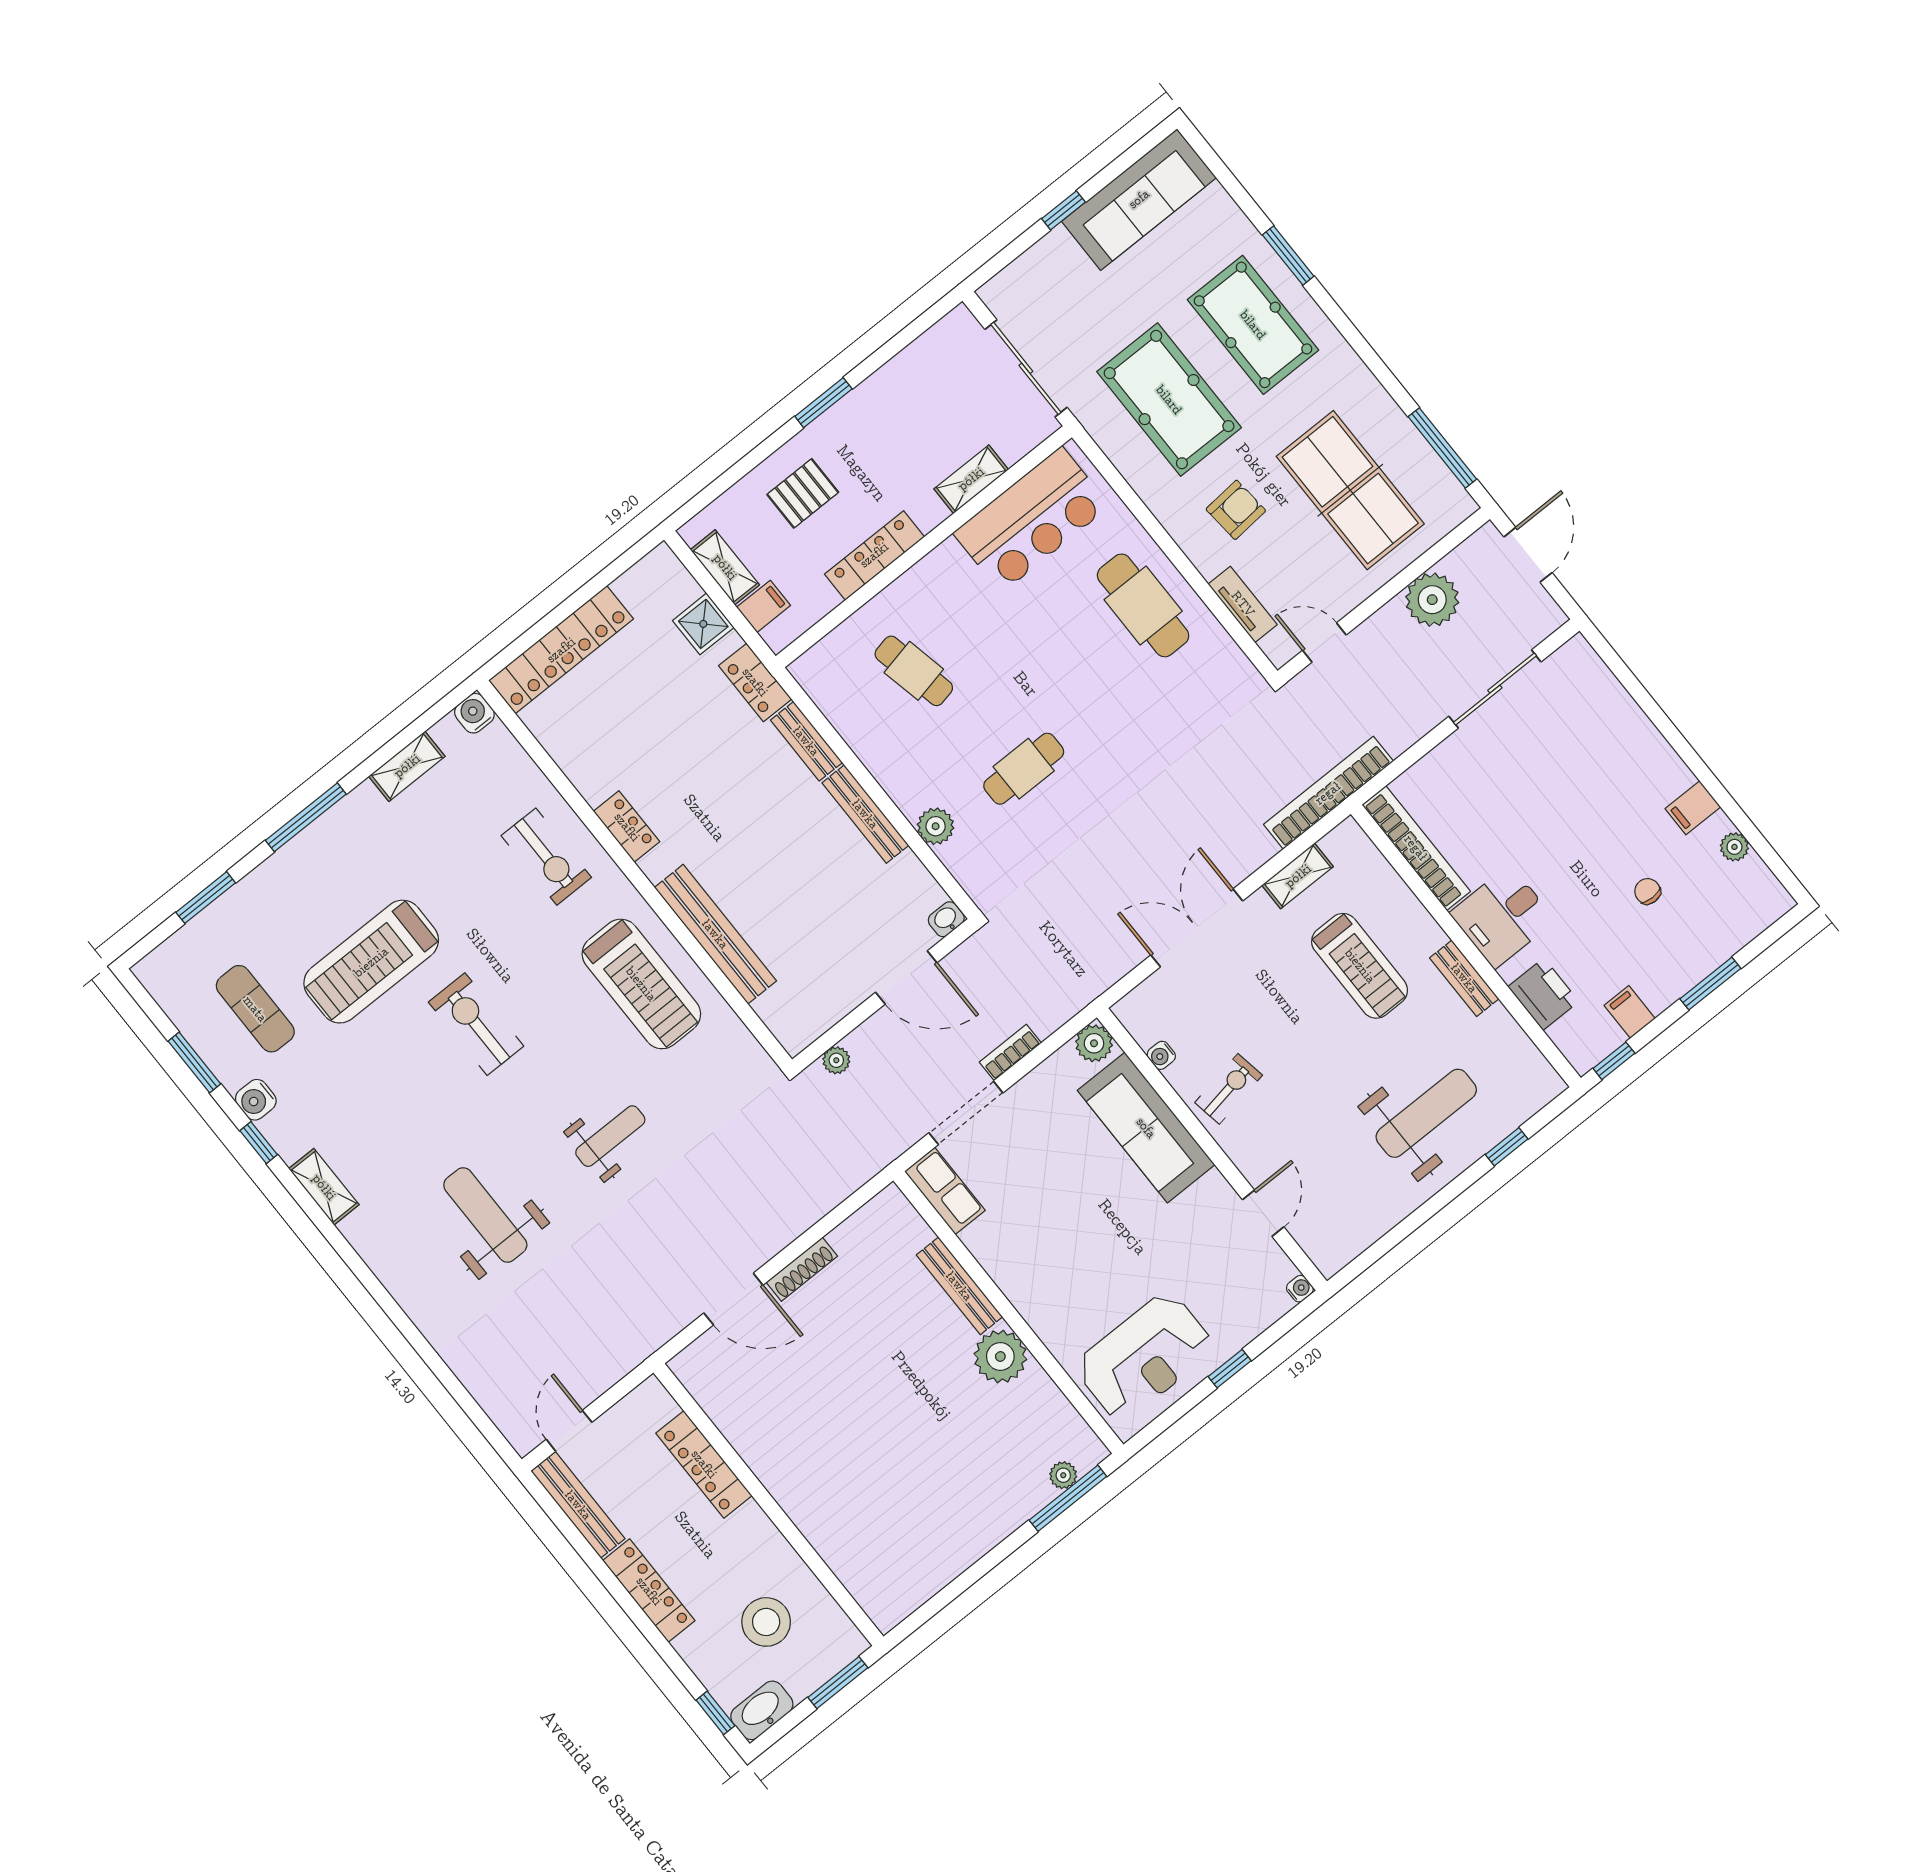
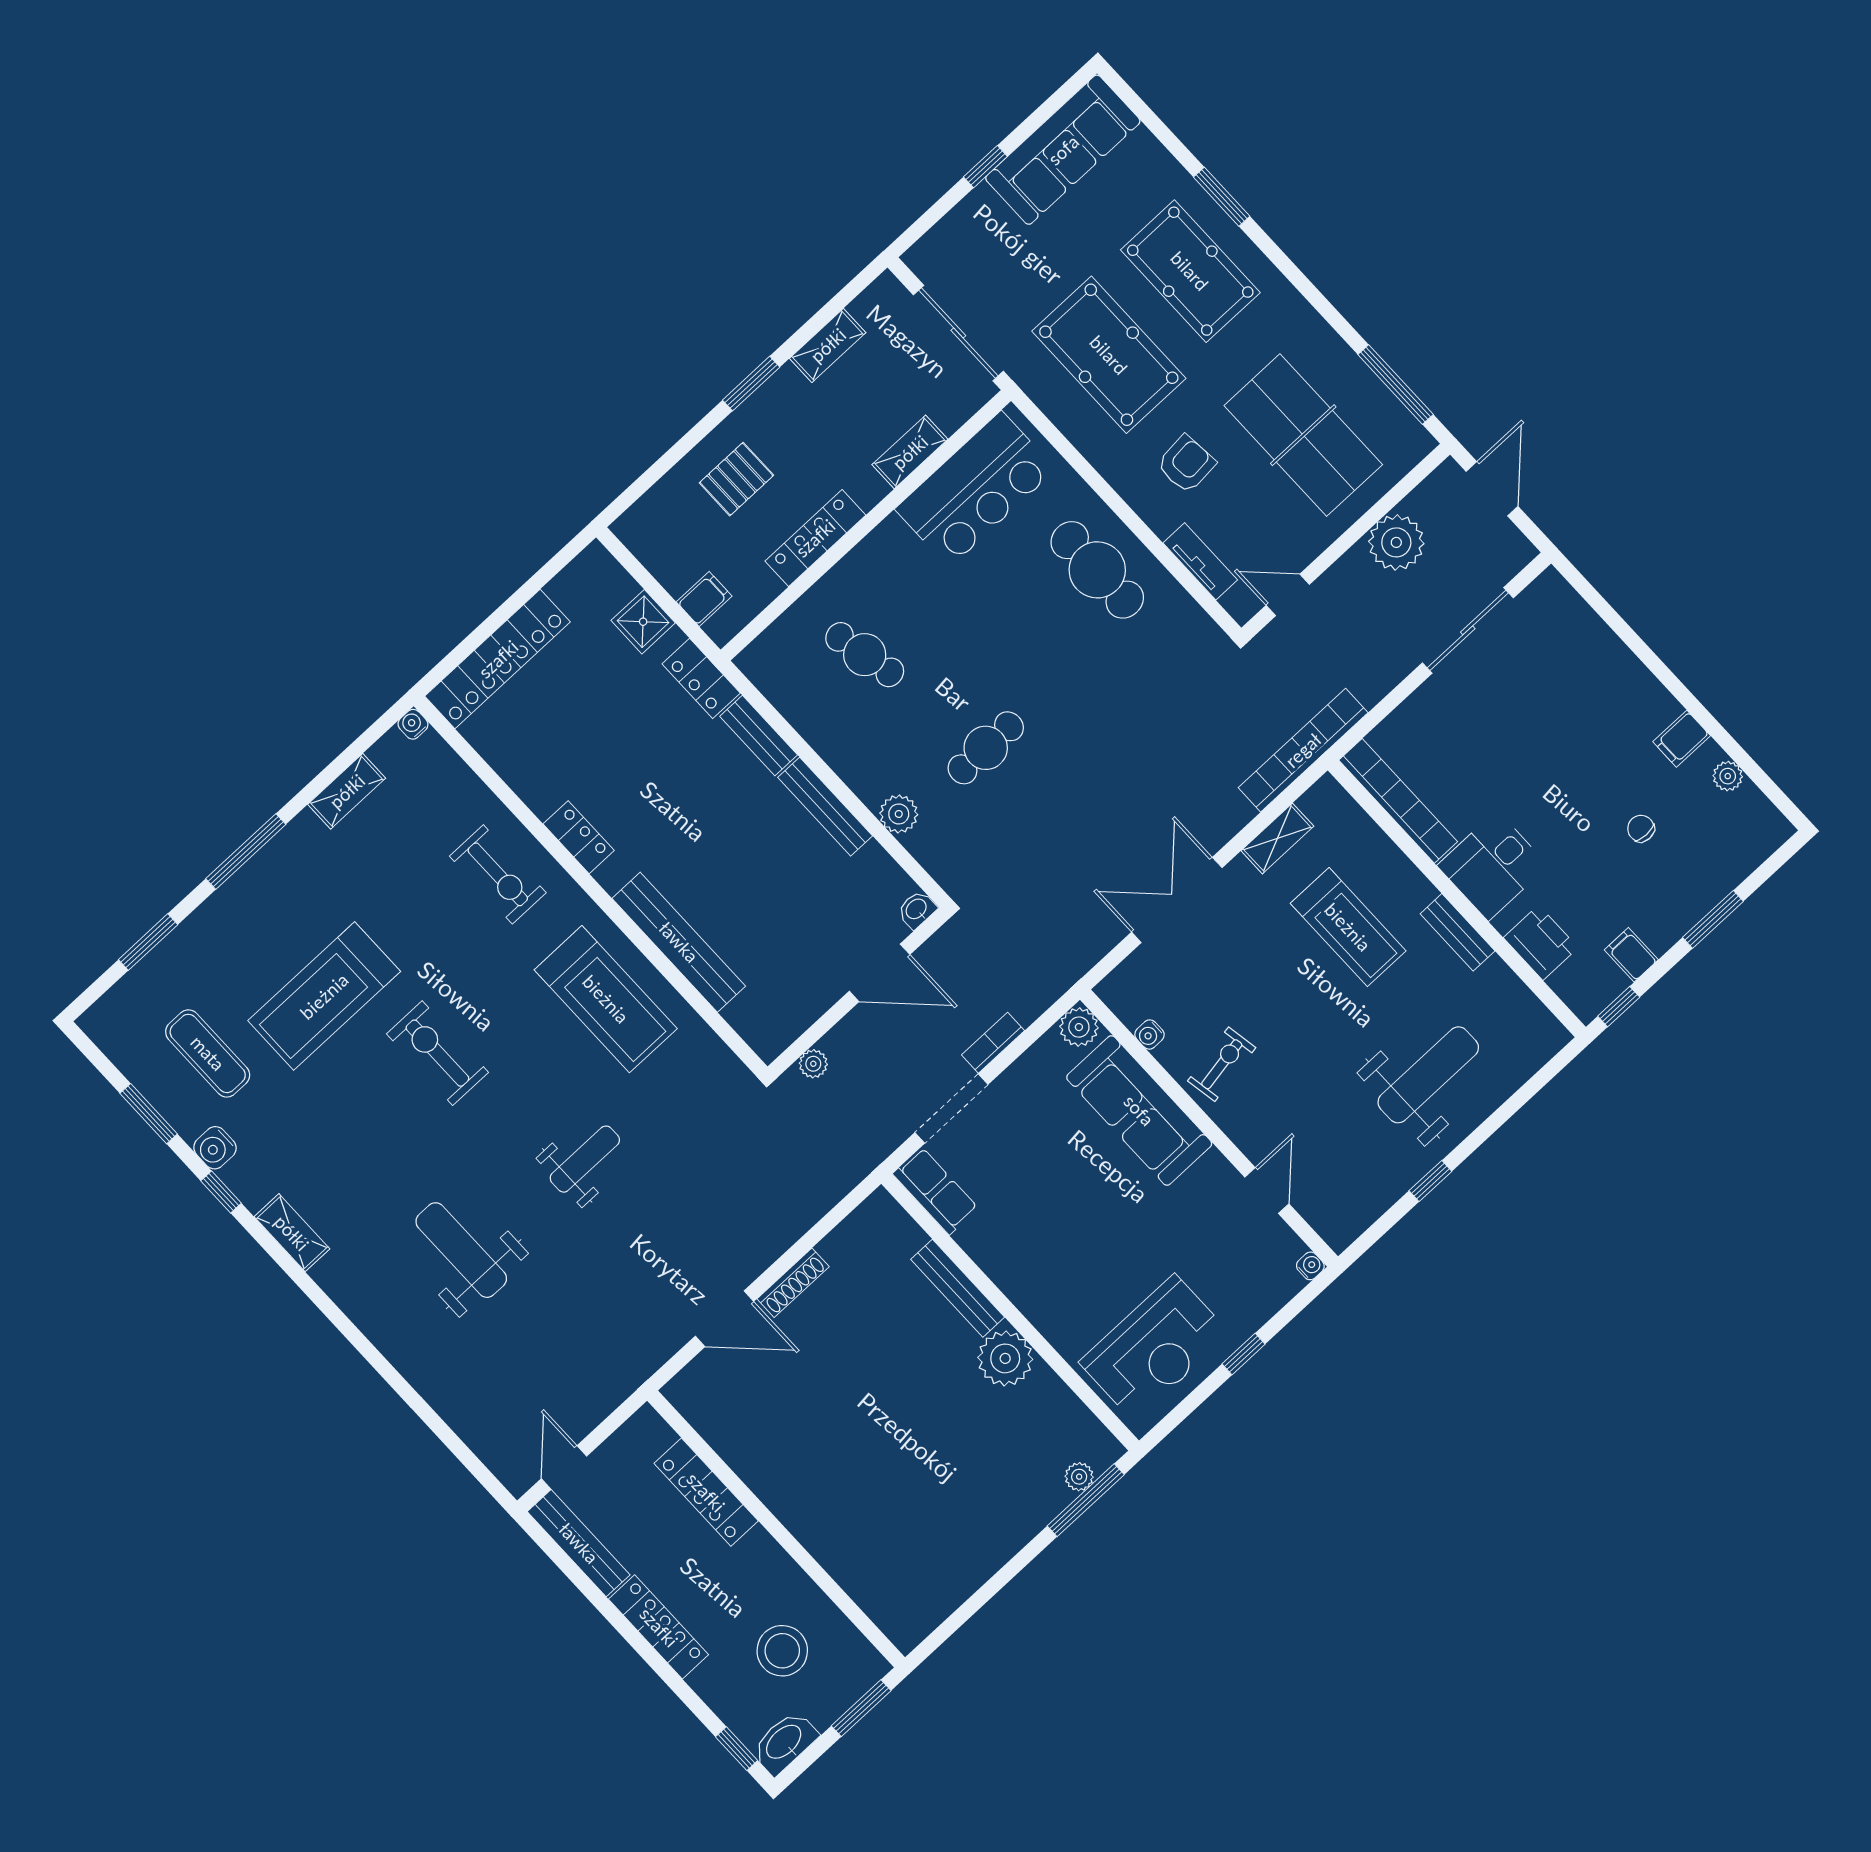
shelving: (725, 567) -> (828, 345), moved, turned 90
water cooler: (474, 713) -> (413, 724), width x0.72, depth x0.72
window: (1507, 1147) -> (1430, 1181), moved

